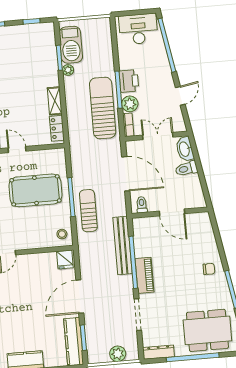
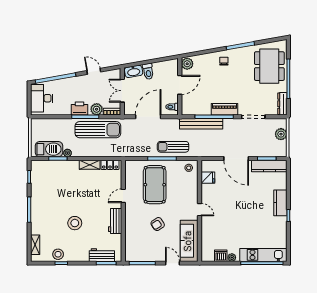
sun lounger: (103, 108) -> (98, 130), turned 180
plant: (201, 220) -> (187, 64), added
fridge: (65, 260) -> (208, 178), moved

